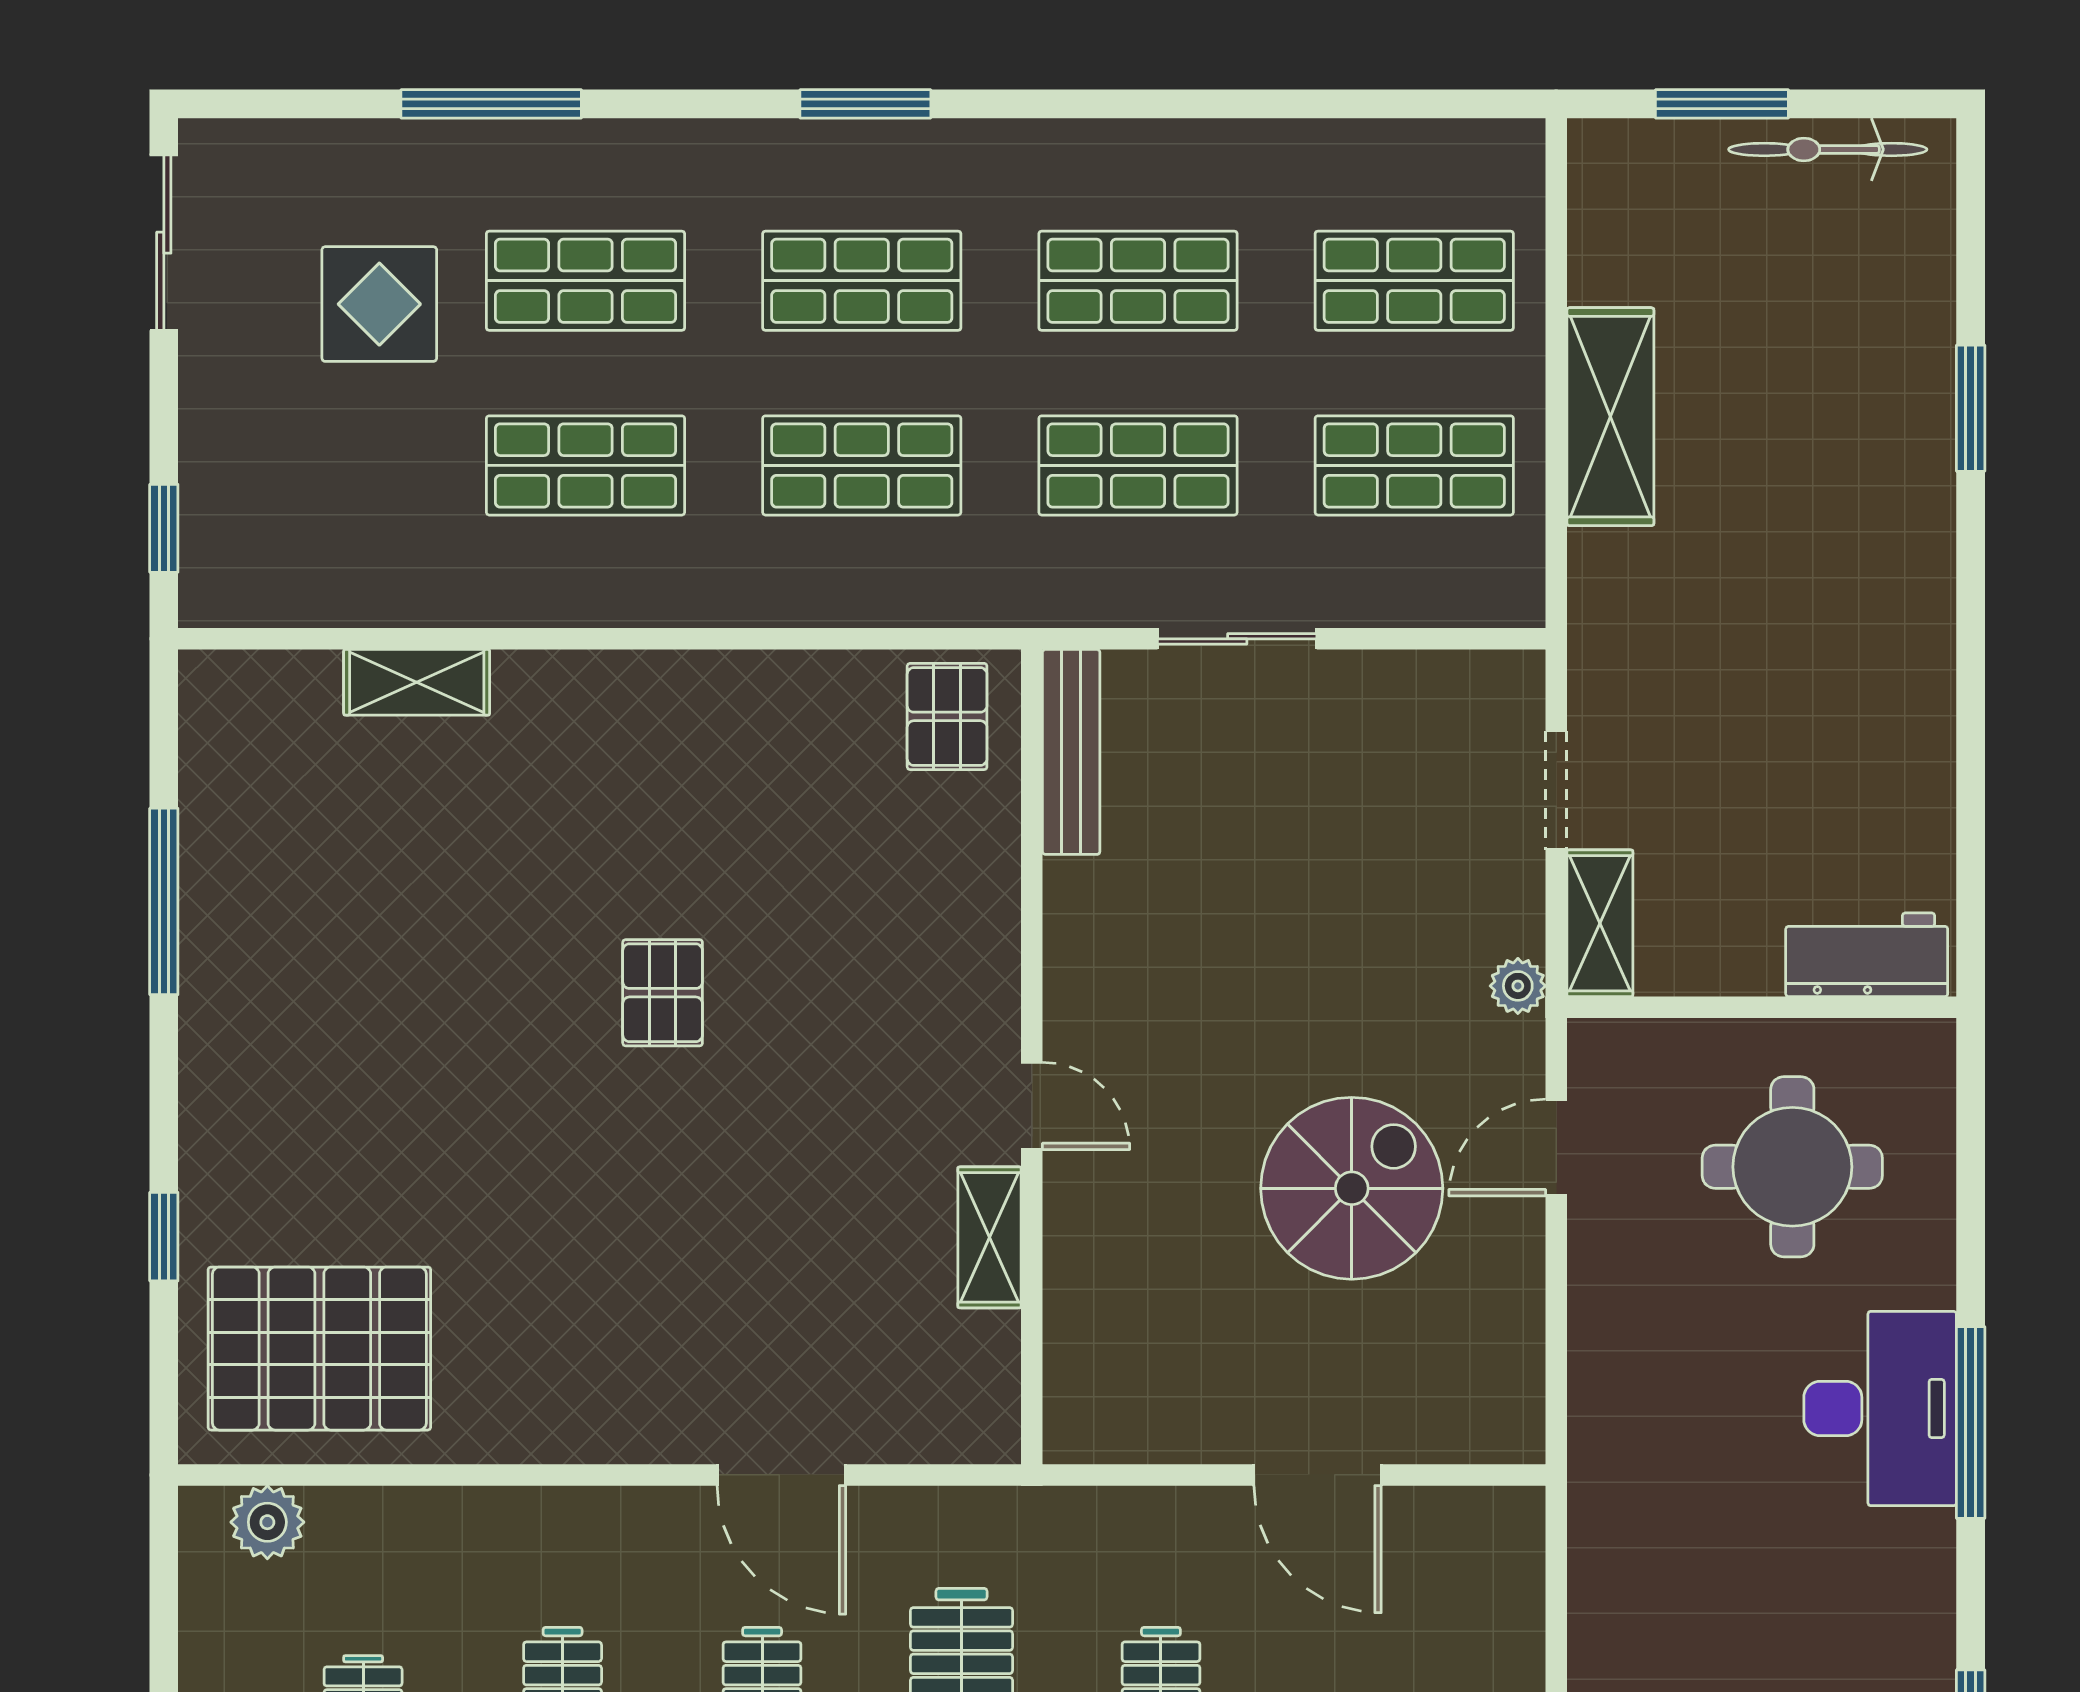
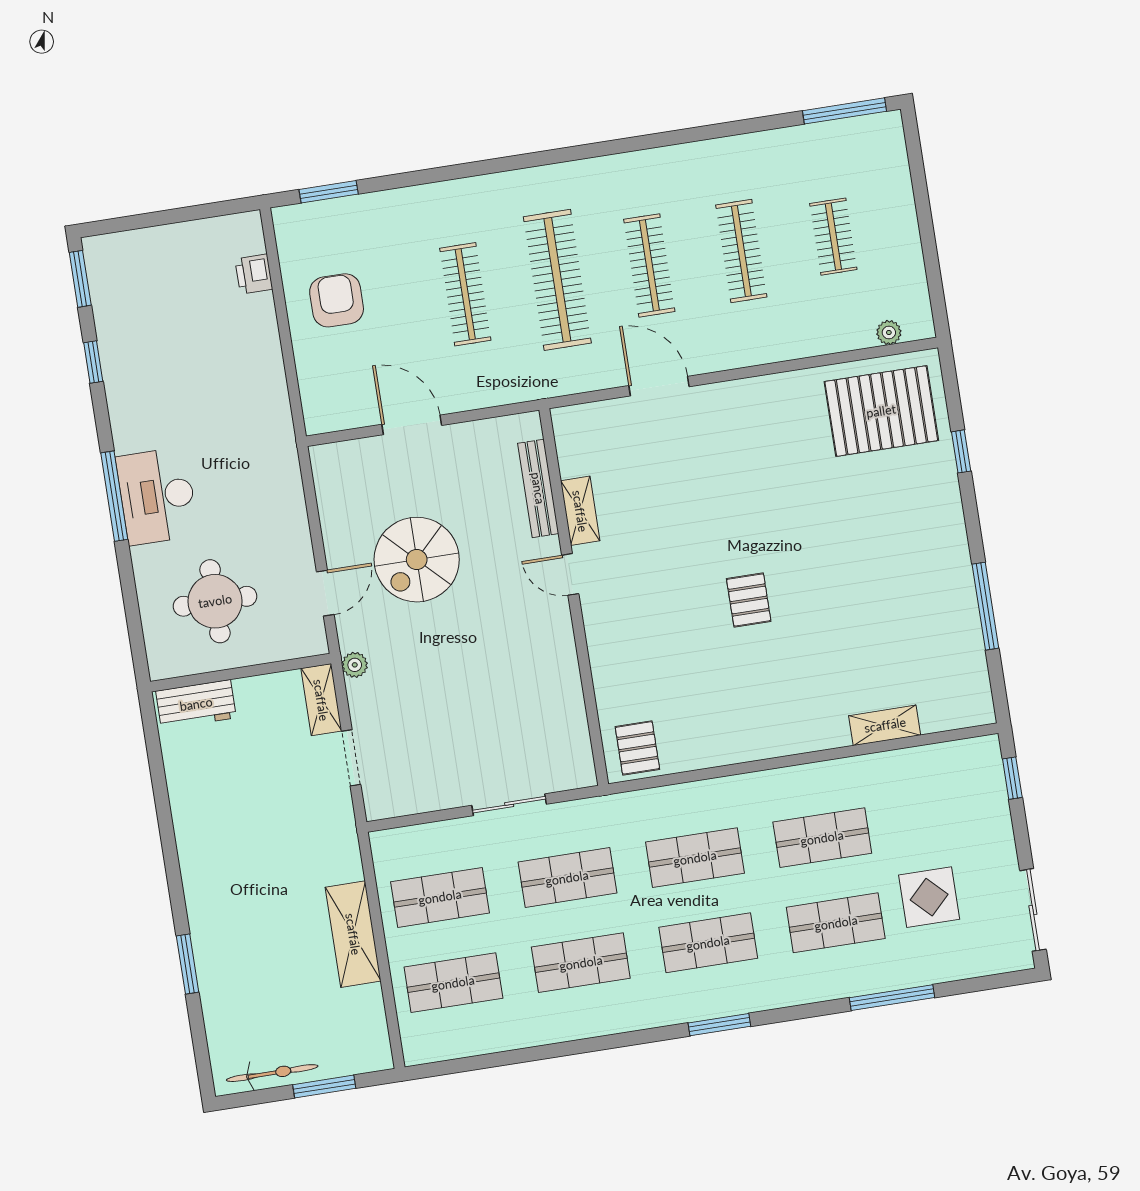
bench: (1071, 752) -> (538, 488), moved
plant: (267, 1522) -> (889, 332), width x0.73, depth x0.73

